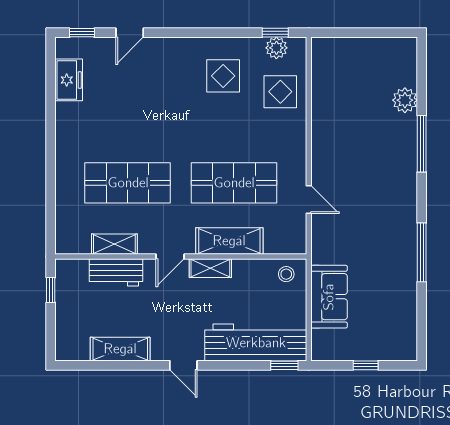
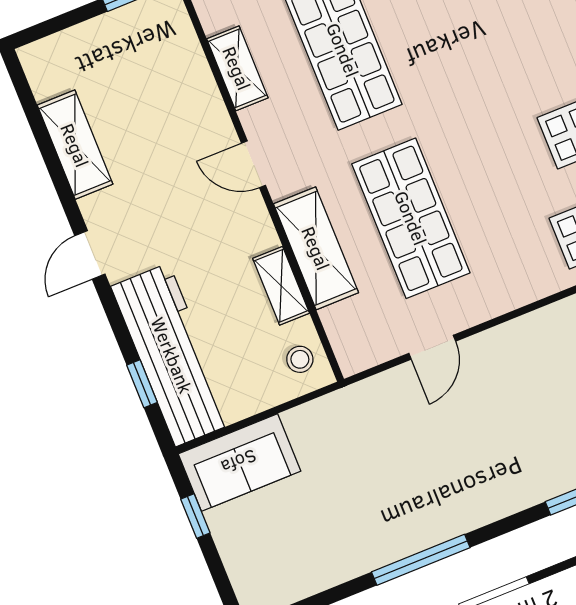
shelving: (210, 268) -> (281, 286), moved
workbench: (116, 272) -> (194, 89), removed
sofa: (329, 297) -> (239, 462), moved
window: (284, 365) -> (142, 384), moved
window: (366, 365) -> (195, 516), moved

